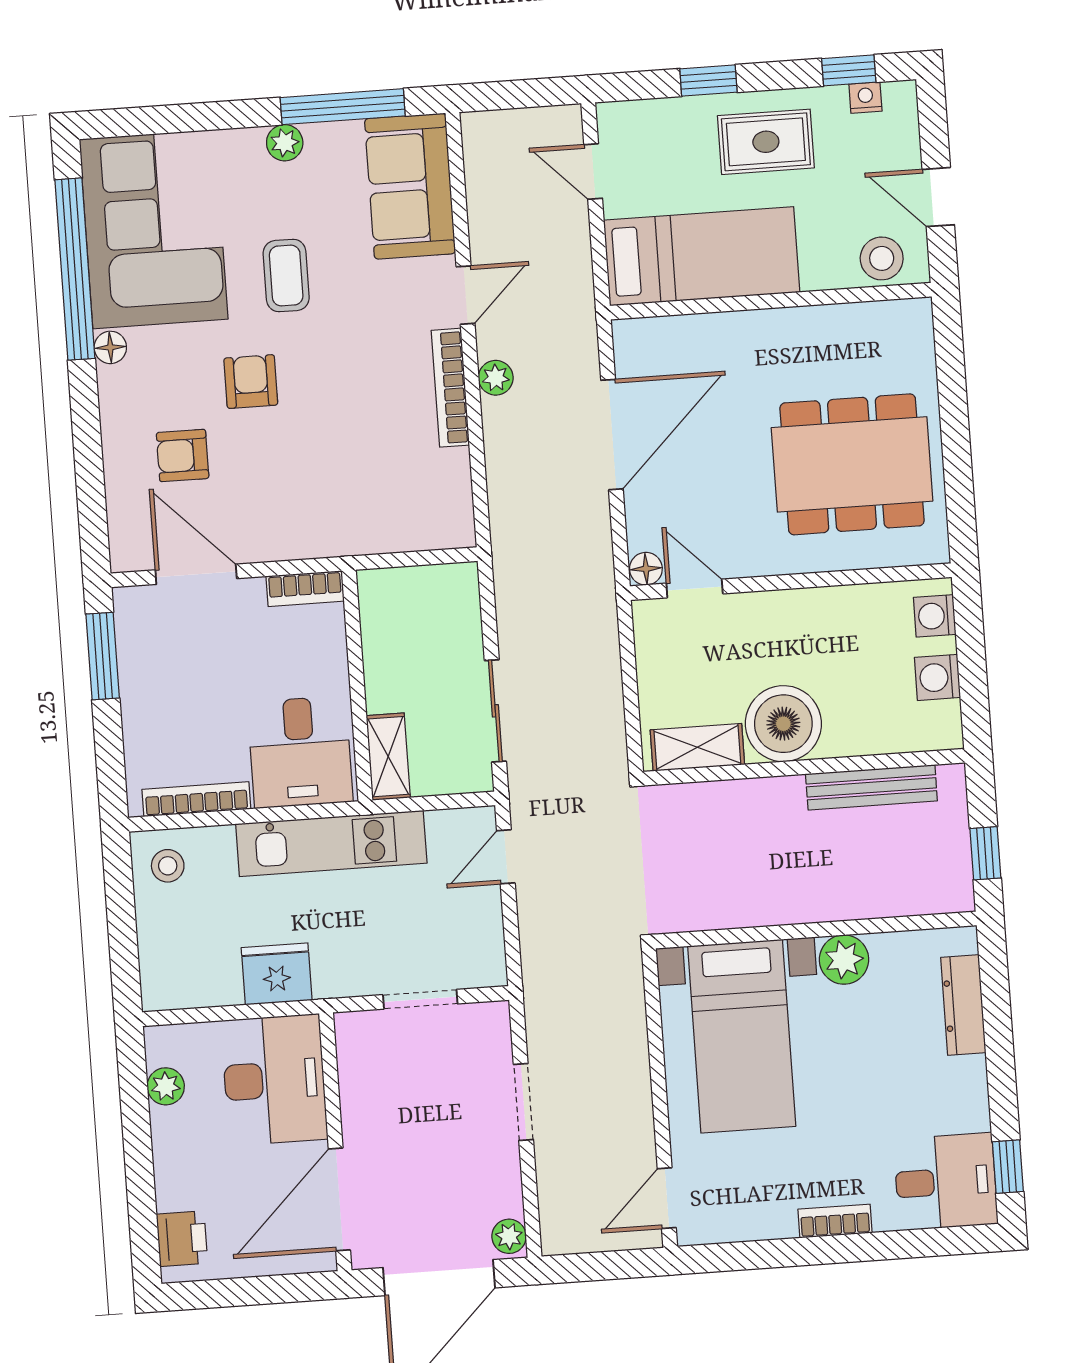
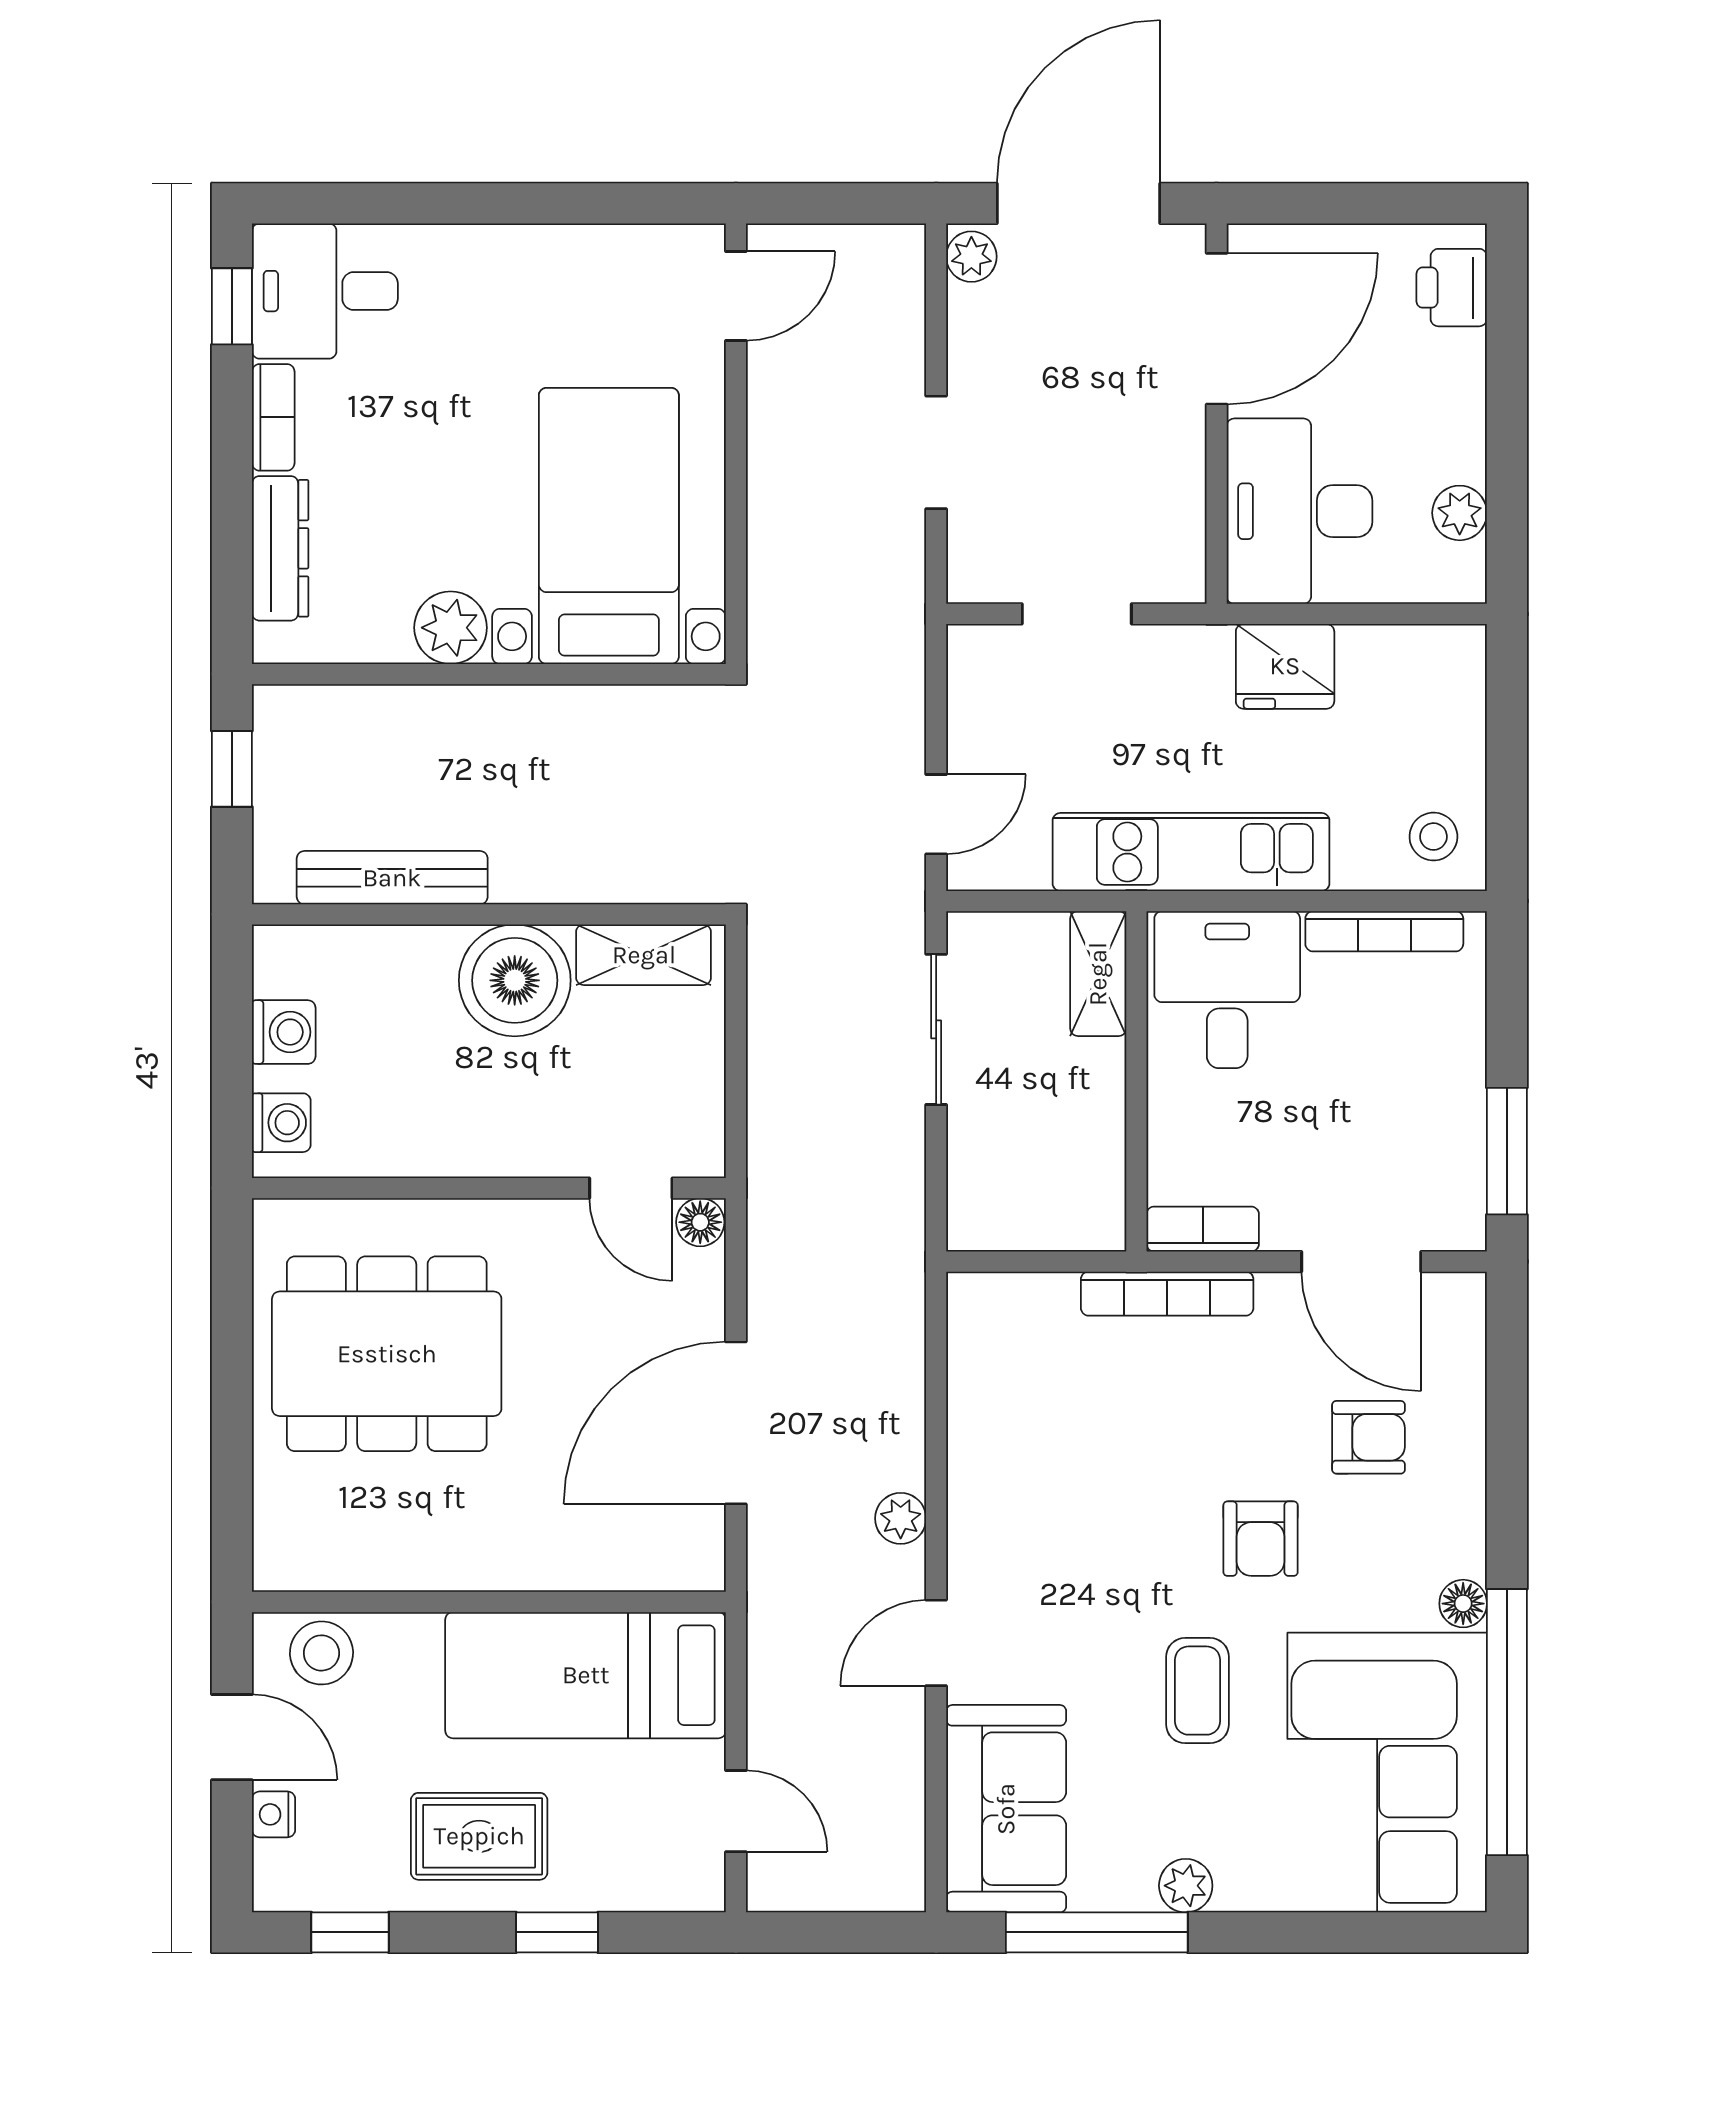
nightstand: (865, 98) -> (274, 1814), moved, turned 90
bookcase: (450, 388) -> (1167, 1294), moved, turned 90
bookcase: (835, 1221) -> (273, 417), moved, turned -90

